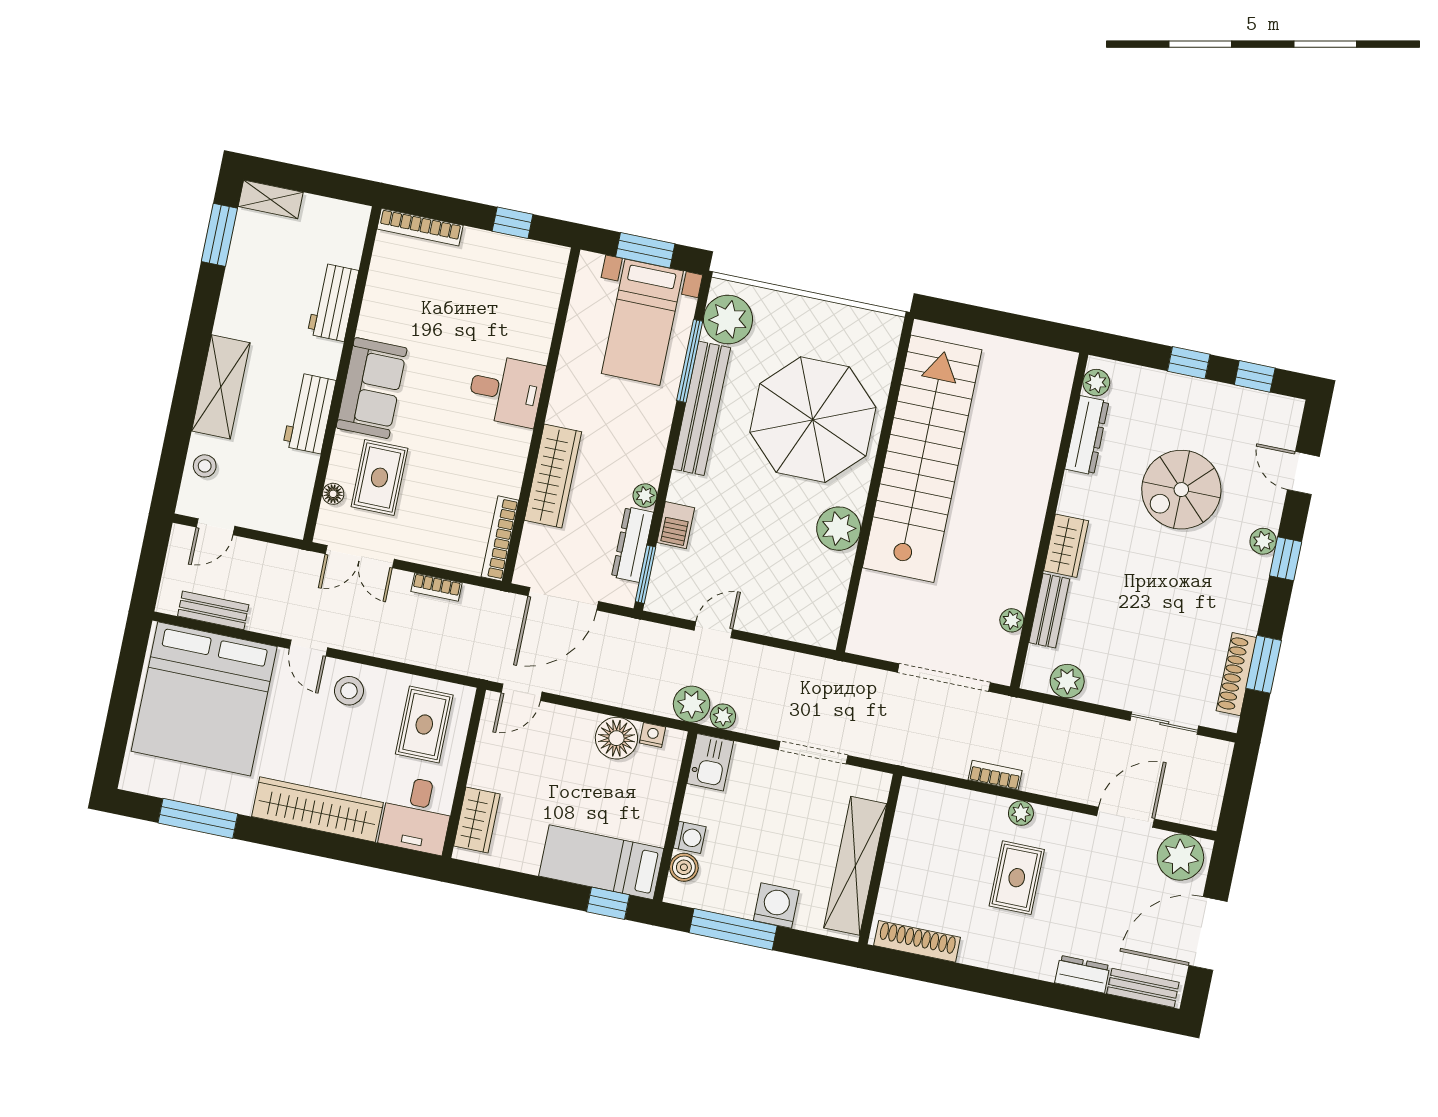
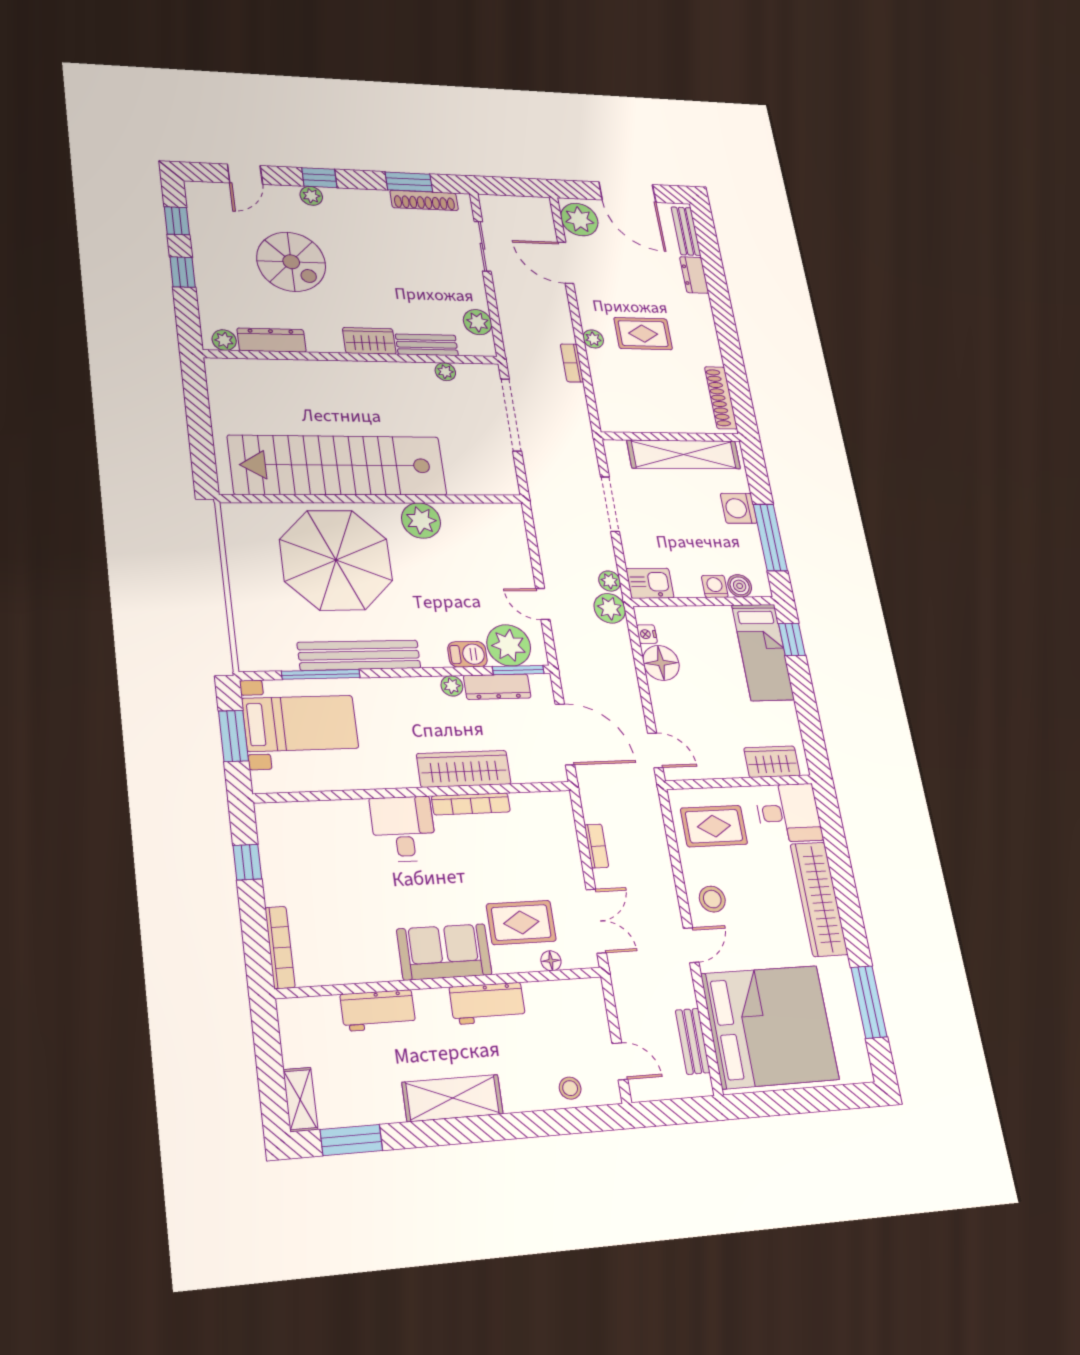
plant: (728, 320) -> (509, 645), moved
shelving: (221, 387) -> (453, 1098), moved
bookcase: (500, 538) -> (471, 804), moved

